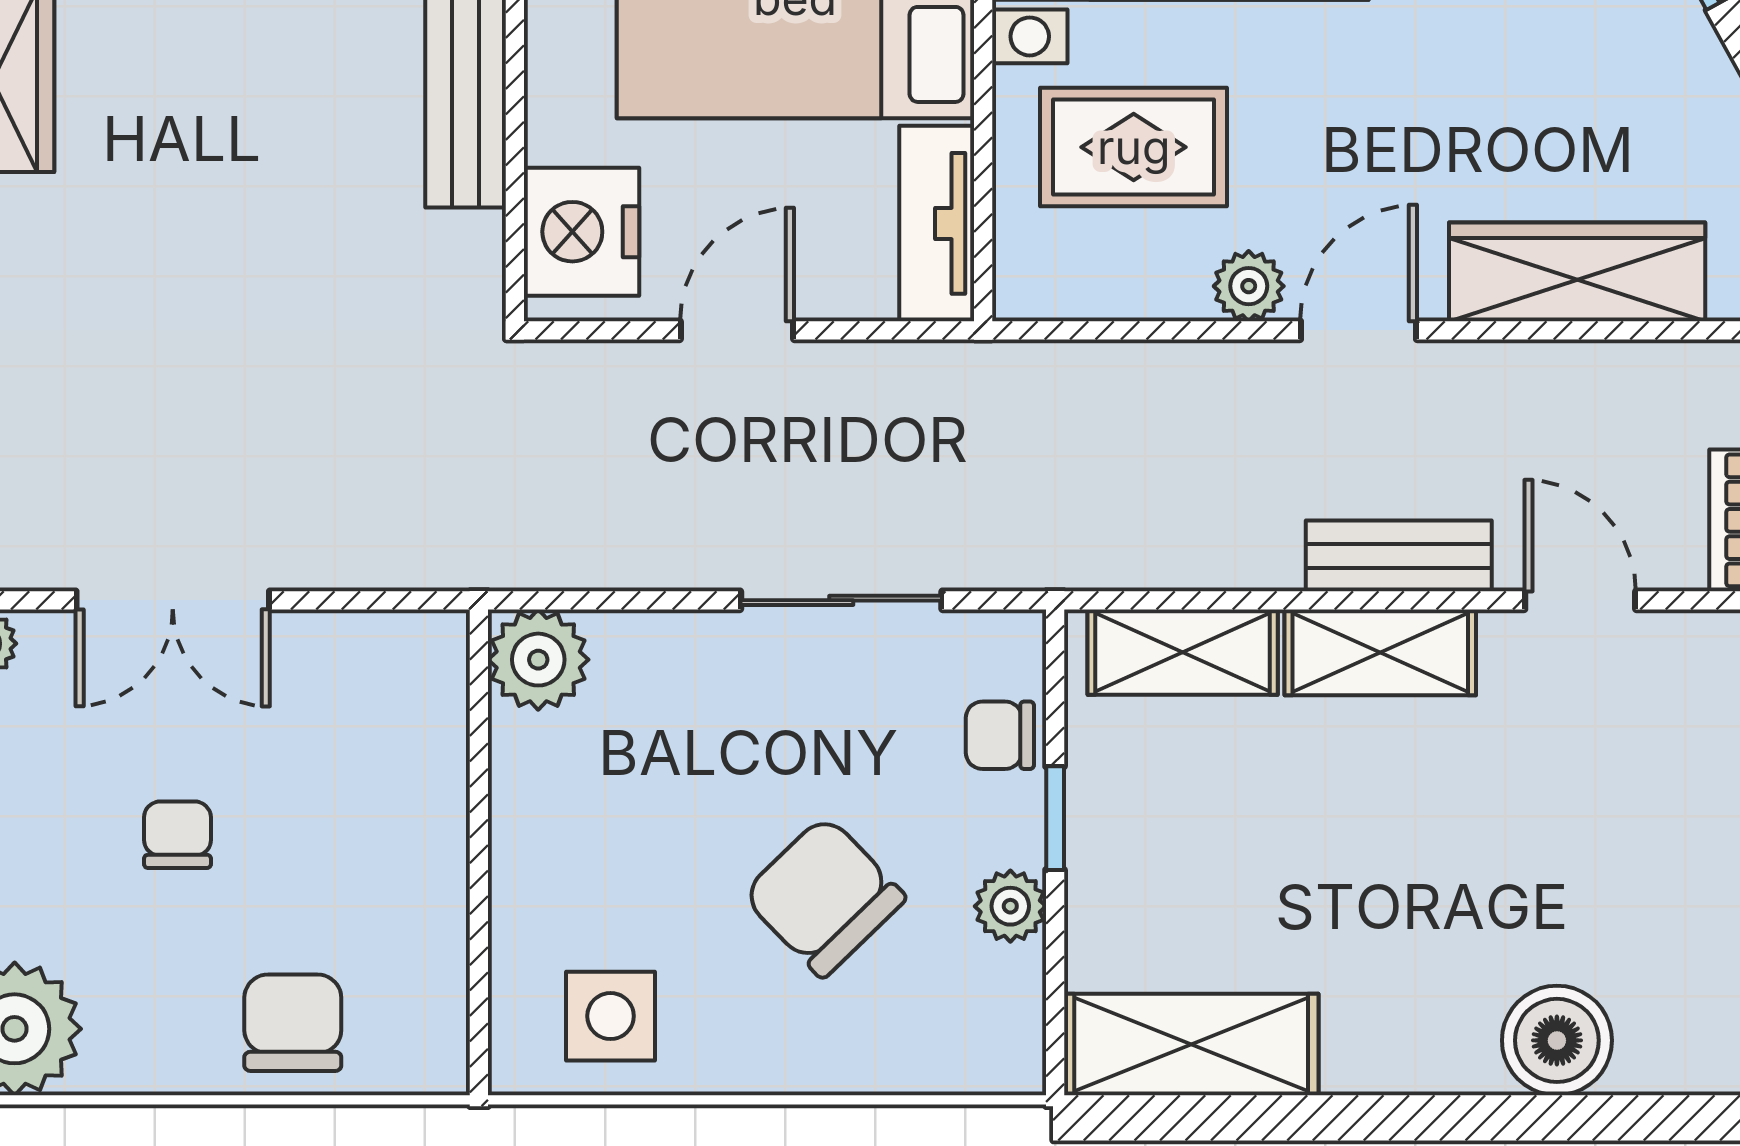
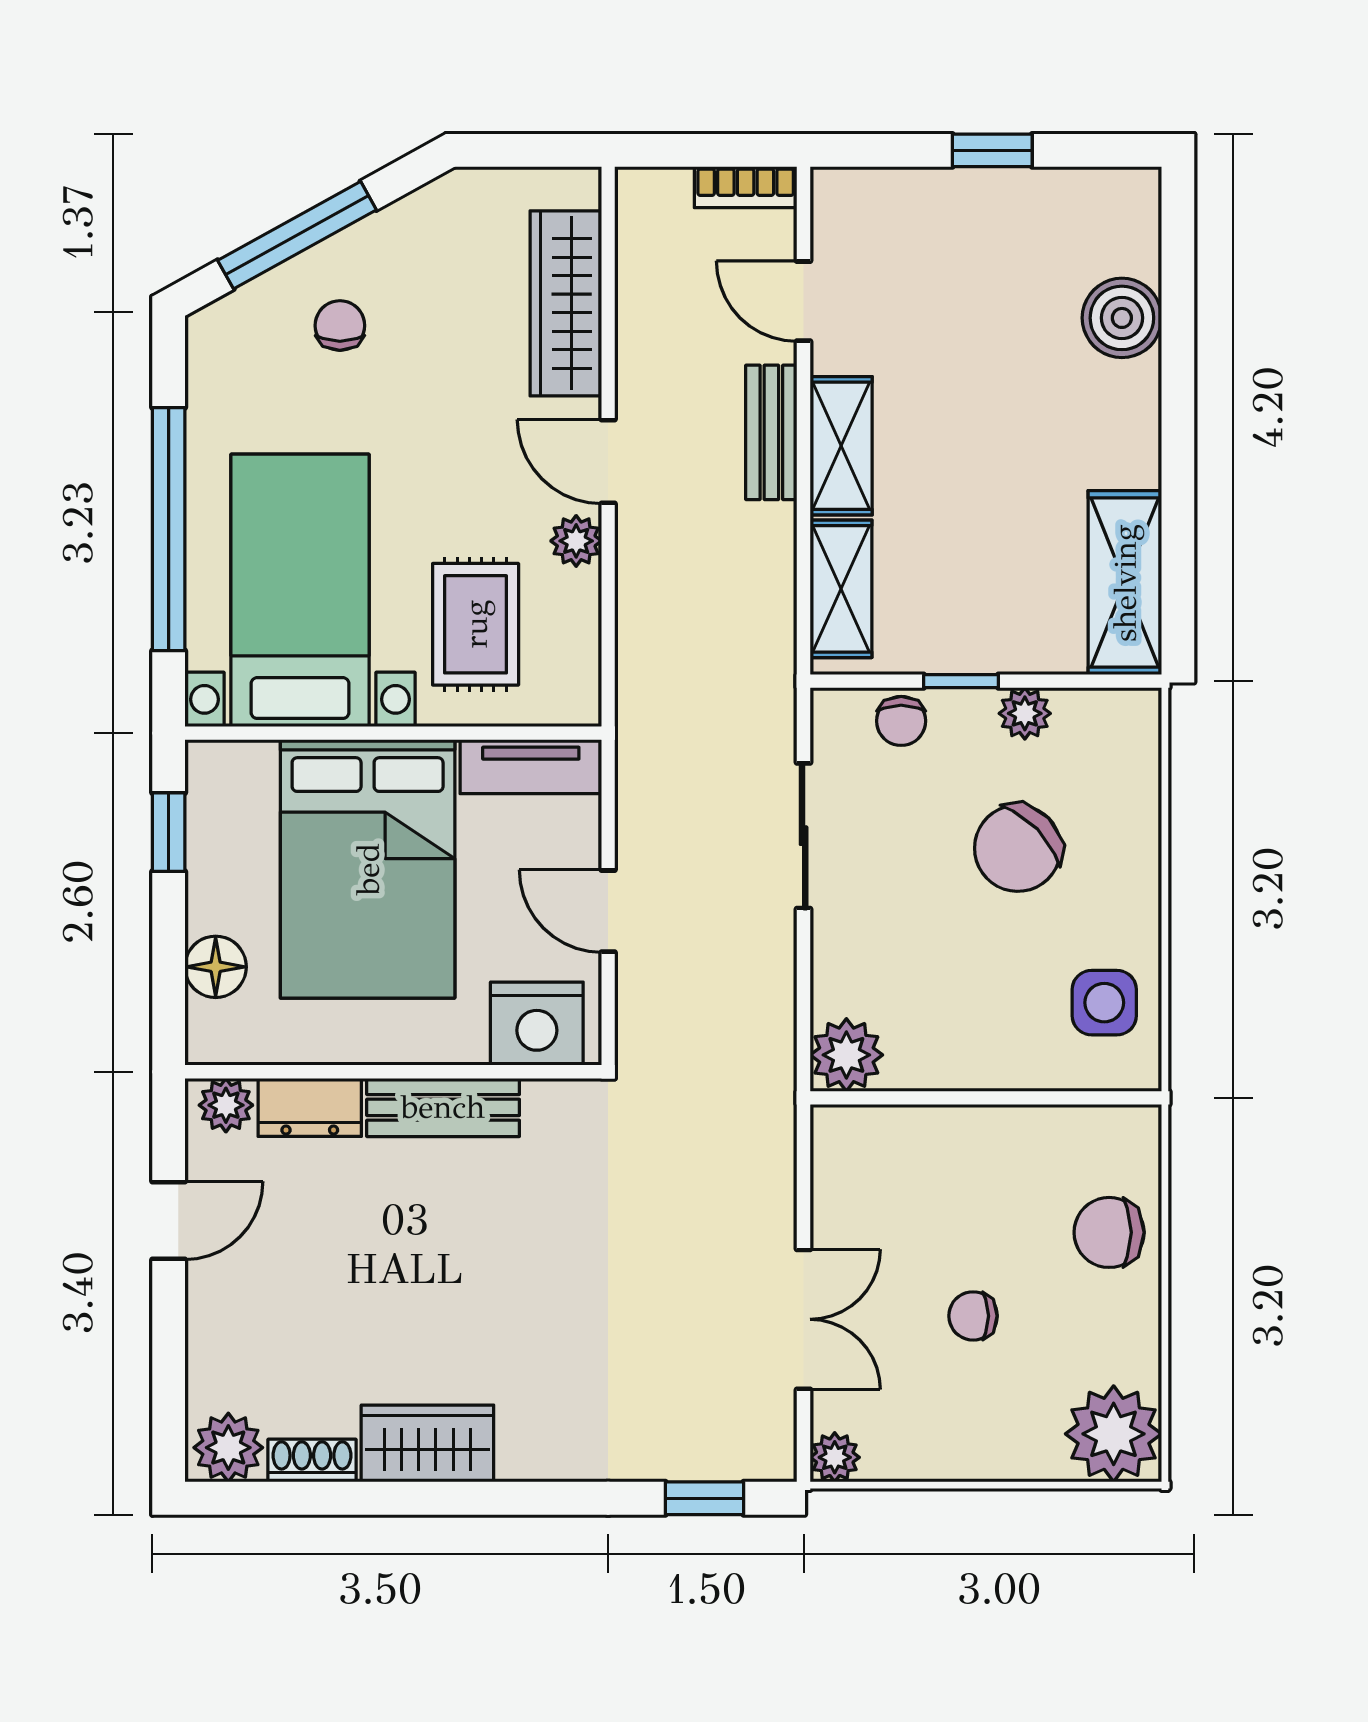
door: (1580, 600) -> (804, 301), hinge flipped

